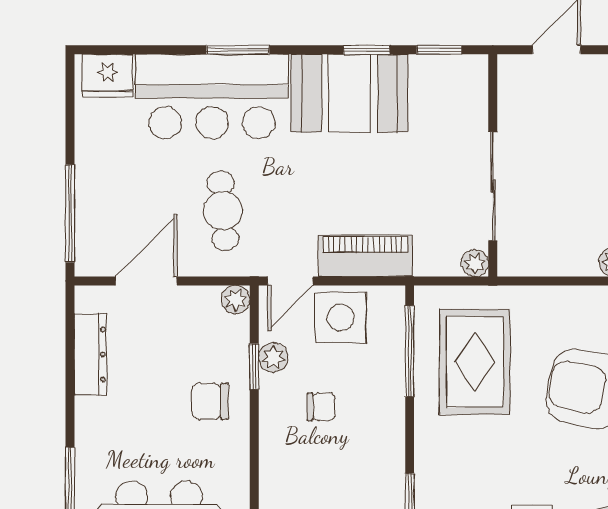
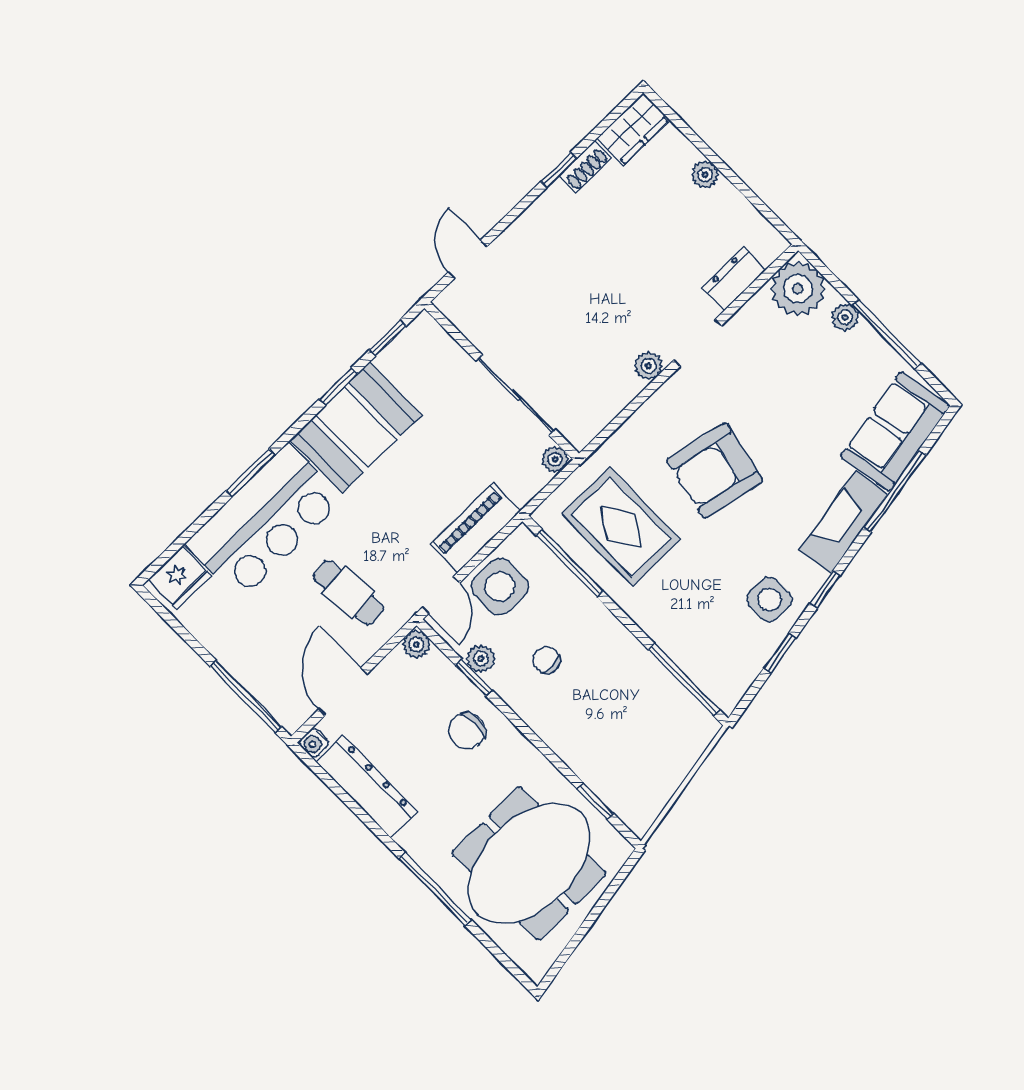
water cooler: (87, 298) -> (314, 743), added
dresser: (90, 354) -> (367, 787), width x1.37, depth x1.24
chair: (321, 407) -> (546, 660), turned -90

